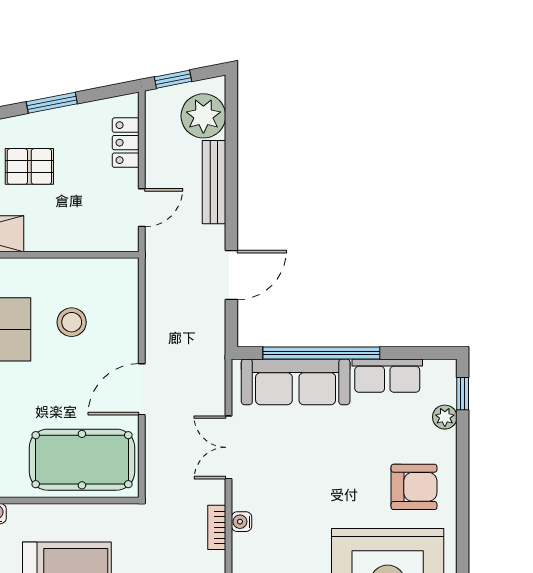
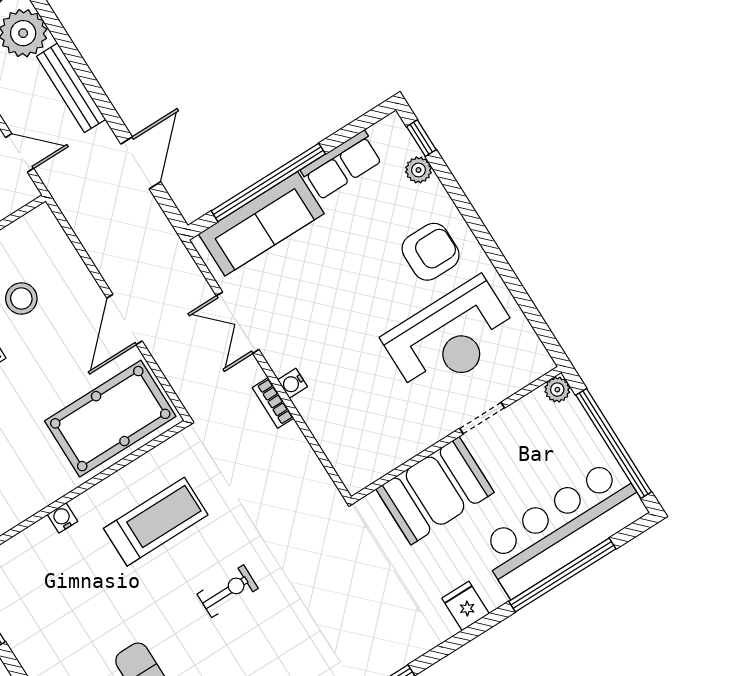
door: (142, 208) -> (20, 153), hinge flipped

